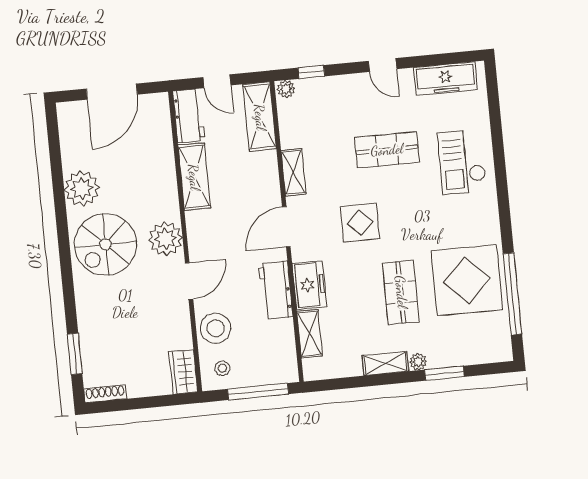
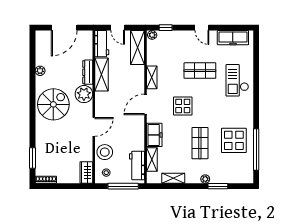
dresser: (167, 175) -> (88, 72), added
plant: (82, 188) -> (40, 71), width x0.53, depth x0.53
plant: (165, 239) -> (84, 94), moved
spiral stairs: (106, 244) -> (53, 104), turned 180
display table: (467, 280) -> (234, 140), width x0.73, depth x0.73
workbench: (276, 290) -> (137, 166), moved
shelving: (386, 363) -> (173, 178), moved

